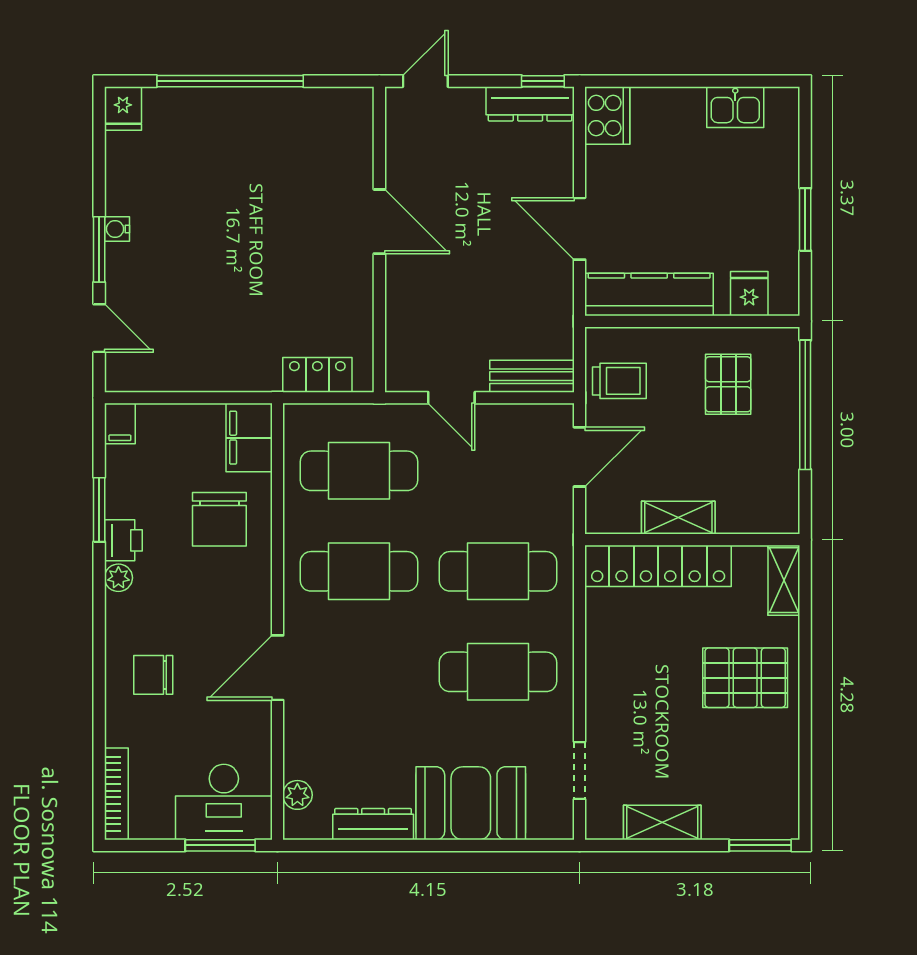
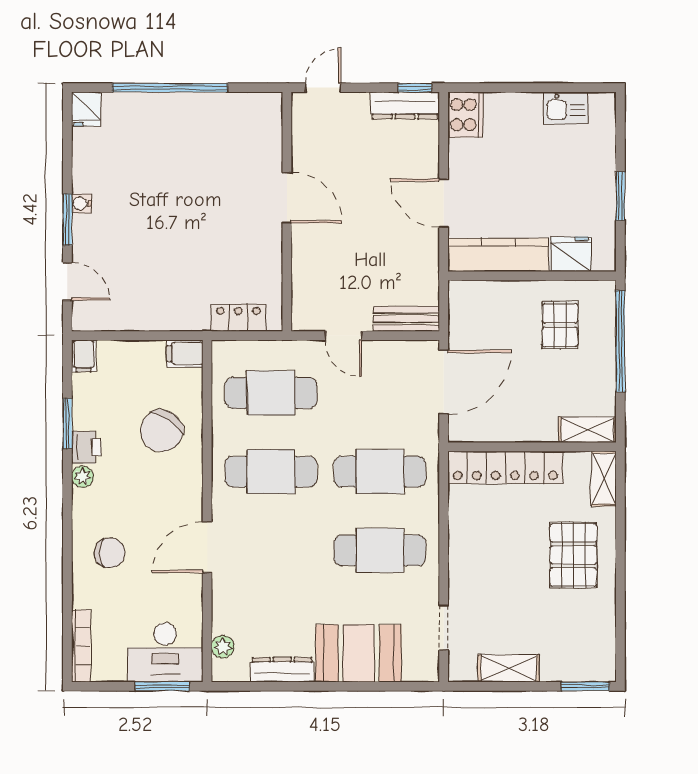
fridge: (749, 294) -> (571, 254), width x1.38
trolley: (619, 381) -> (475, 323), removed
filing cabinet: (249, 438) -> (185, 353), width x0.50
door: (580, 457) -> (444, 382), width x1.36
shelving: (678, 518) -> (587, 430), moved
chair: (219, 519) -> (162, 431), turned 35
chair: (153, 675) -> (110, 553), turned 180
pallet: (745, 678) -> (573, 555), turned 90

